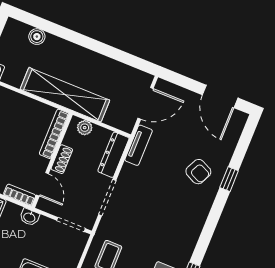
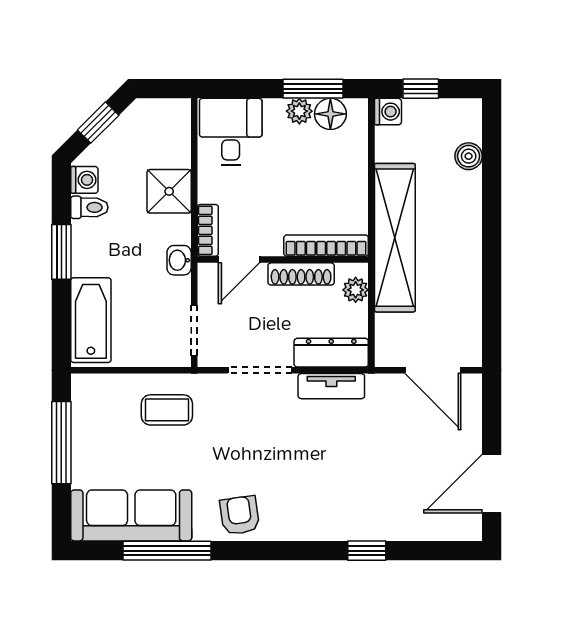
tv unit: (139, 145) -> (331, 386), moved
shoe rack: (62, 159) -> (301, 274), width x1.43
armchair: (198, 172) -> (240, 515), moved, turned 147

